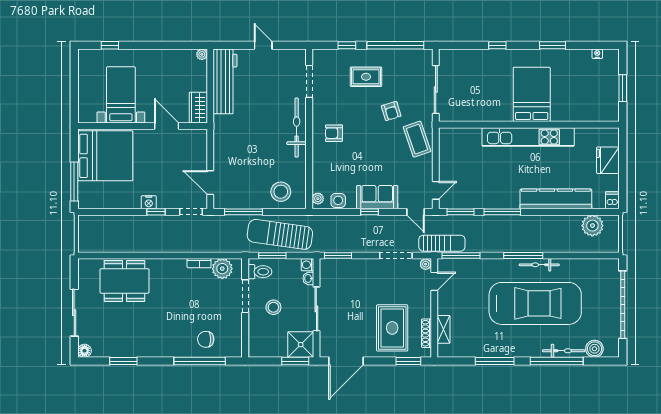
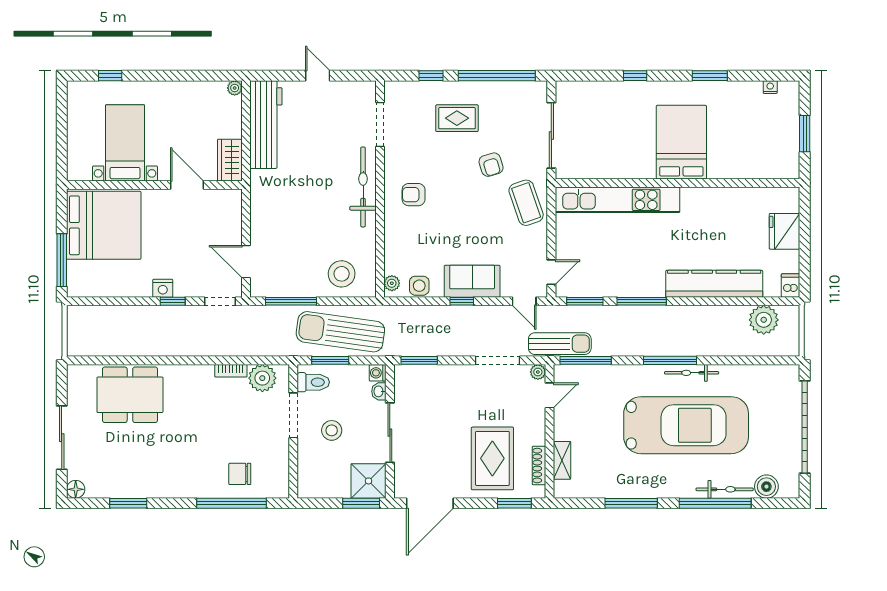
kitchen unit: (528, 137) -> (618, 200), moved

